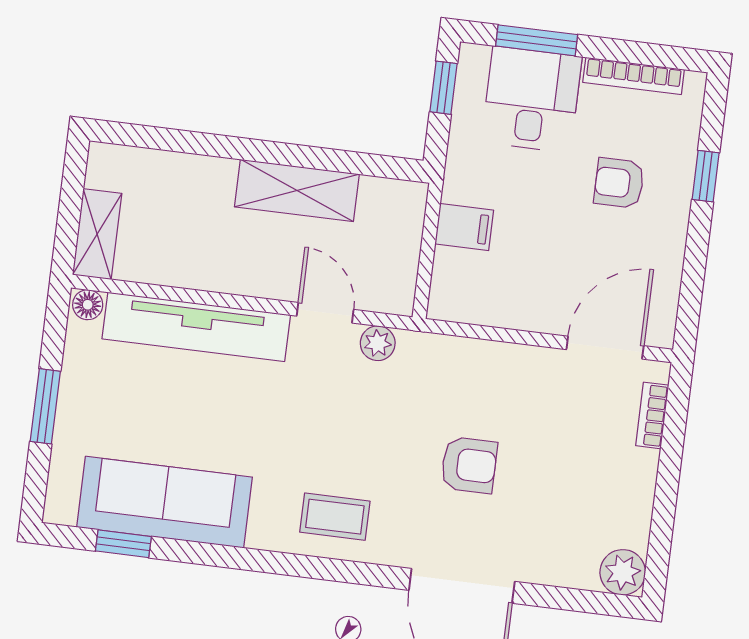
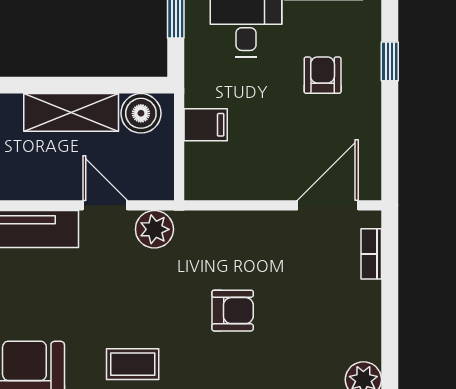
armchair: (619, 183) -> (323, 75), turned 90
boiler: (385, 203) -> (141, 113), added
plant: (378, 343) -> (154, 229), width x1.38, depth x1.38

